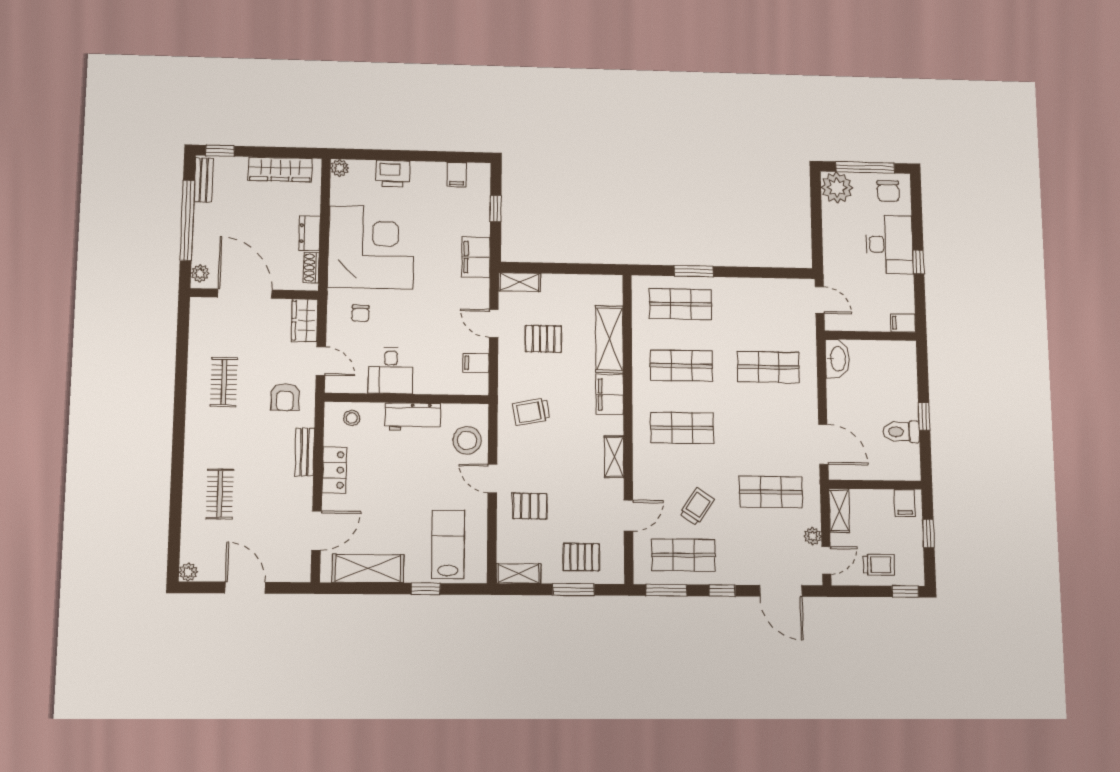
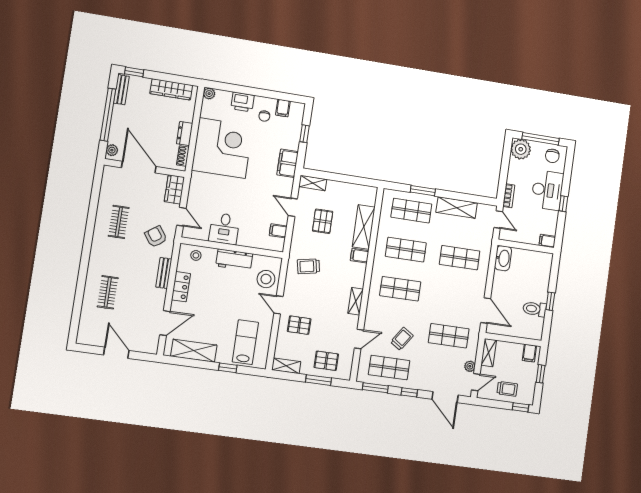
bookcase: (830, 261) -> (509, 196), added
shelving: (751, 290) -> (457, 208), added
chair: (360, 313) -> (264, 116), moved
pallet: (543, 339) -> (323, 221), turned 90
filing cabinet: (610, 395) -> (360, 256), width x0.50
armchair: (285, 397) -> (156, 237), turned 144
plant: (188, 572) -> (82, 339), removed

